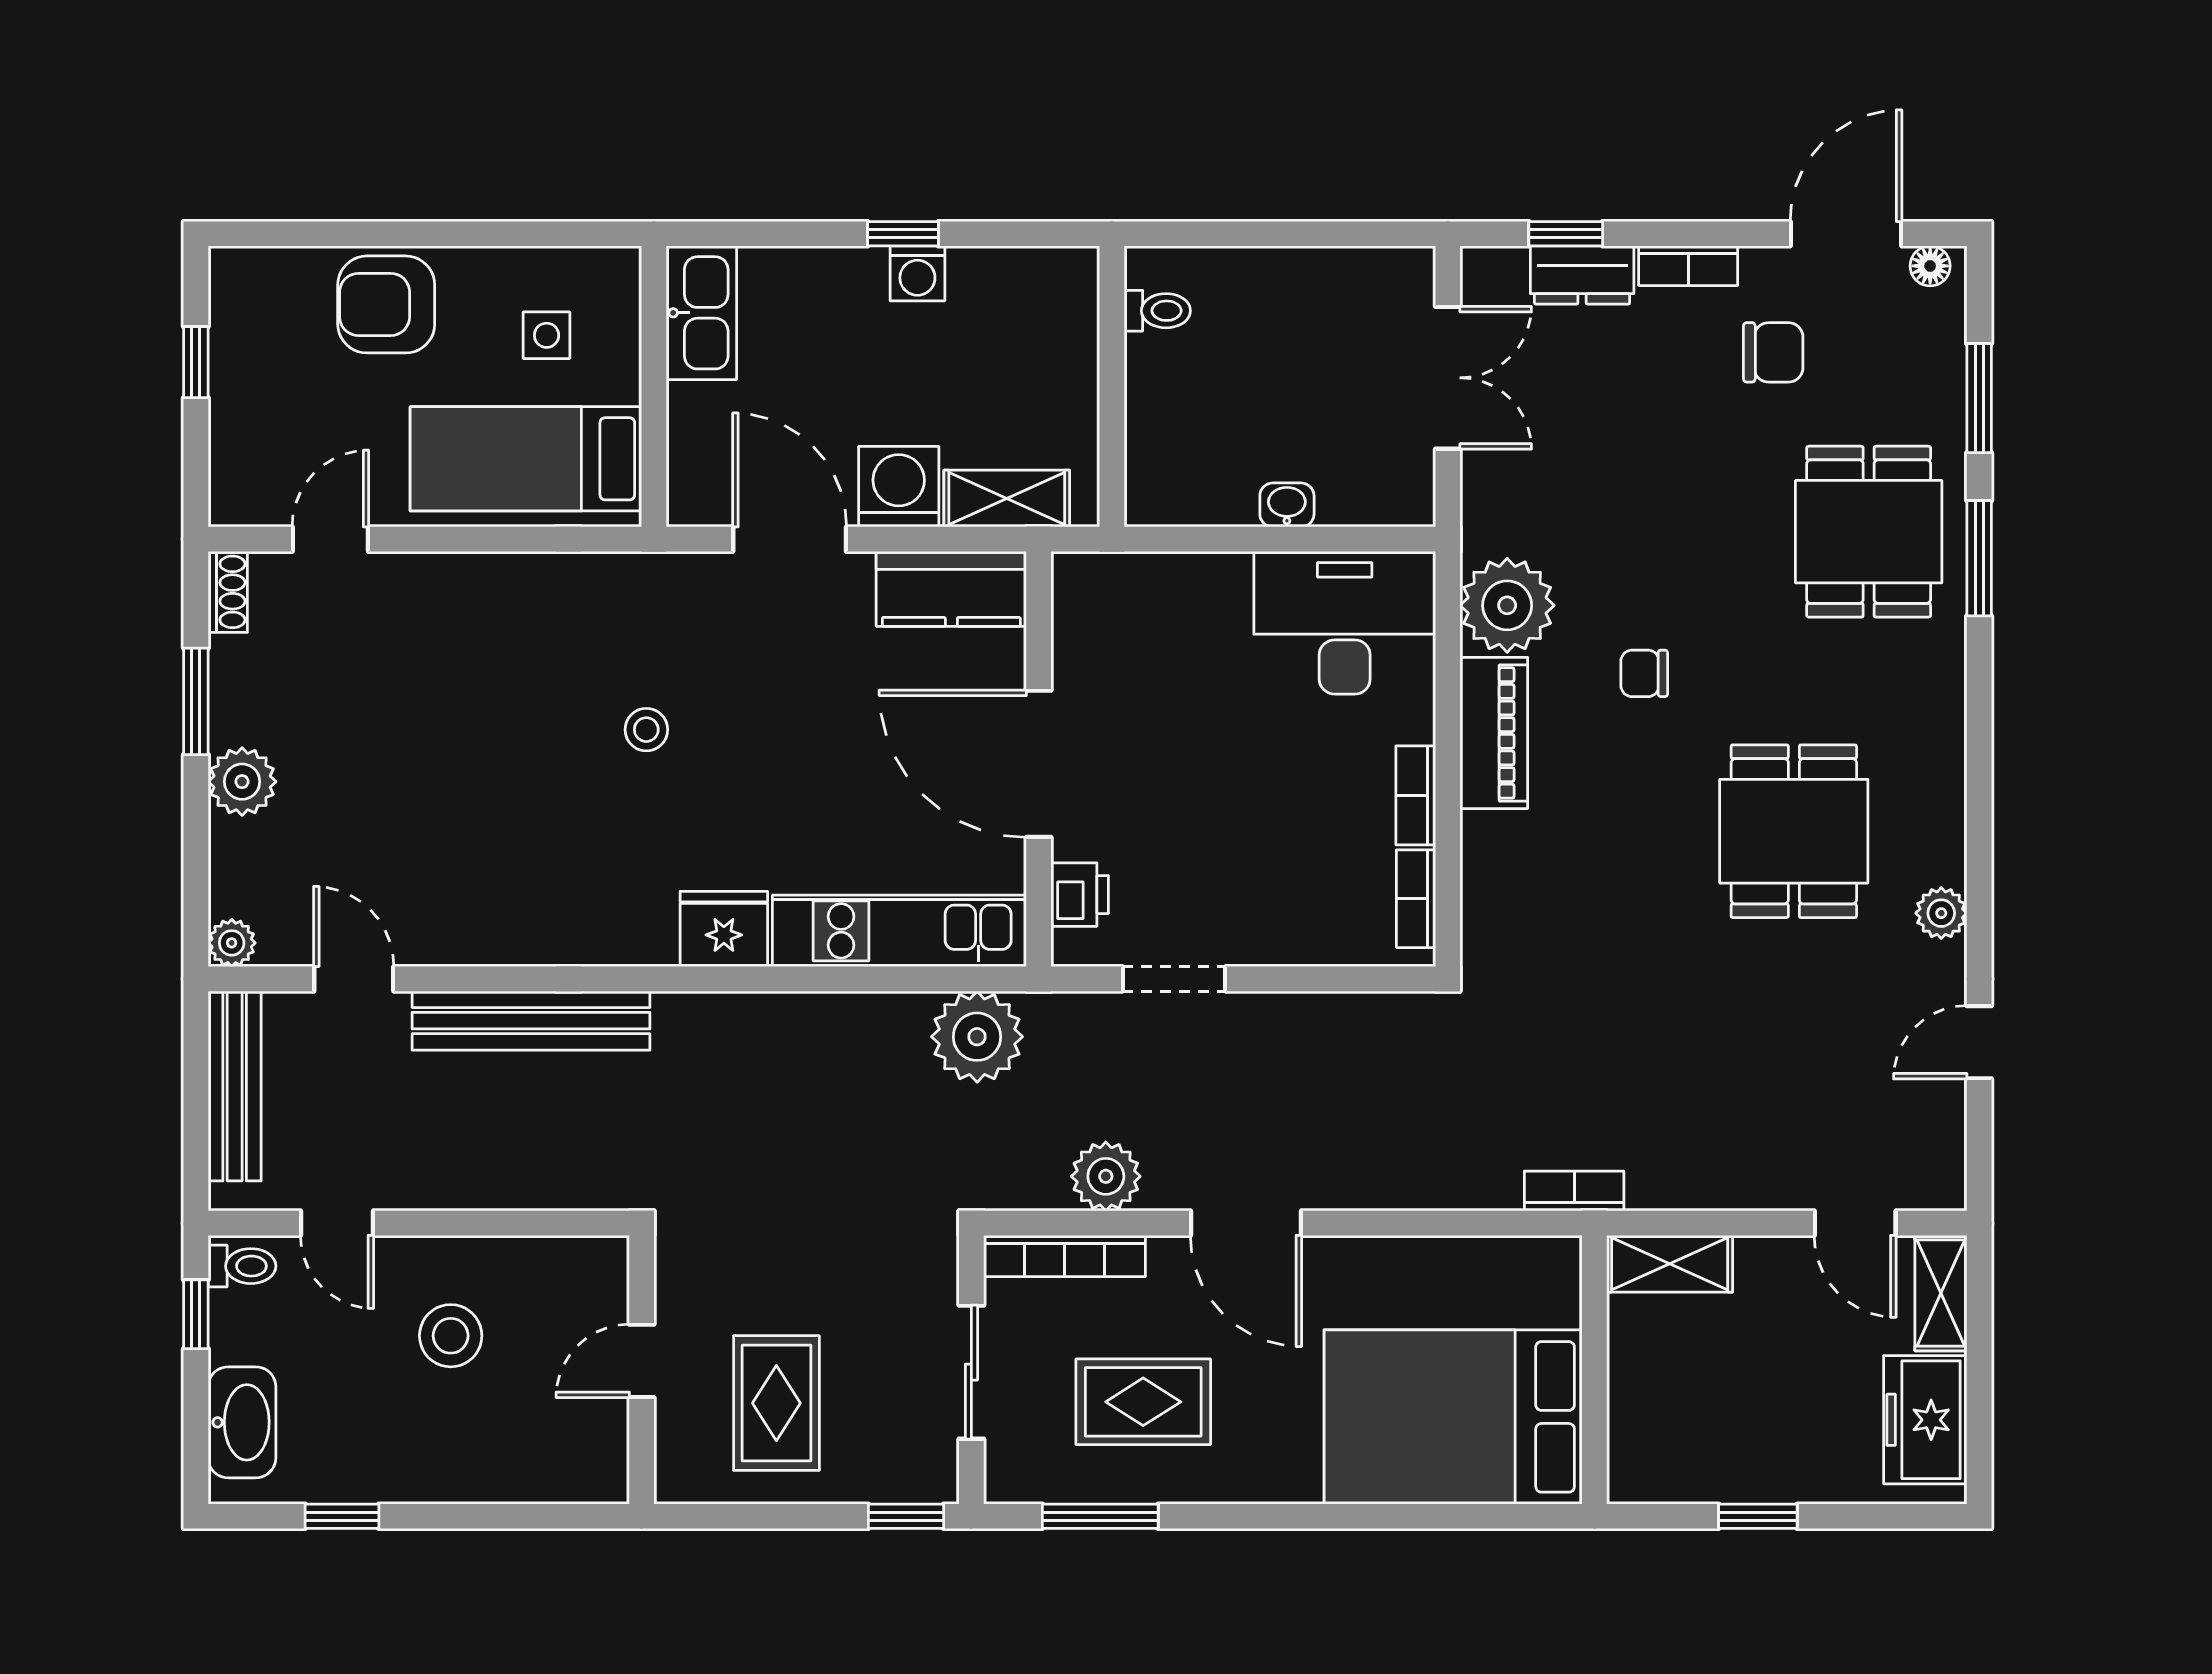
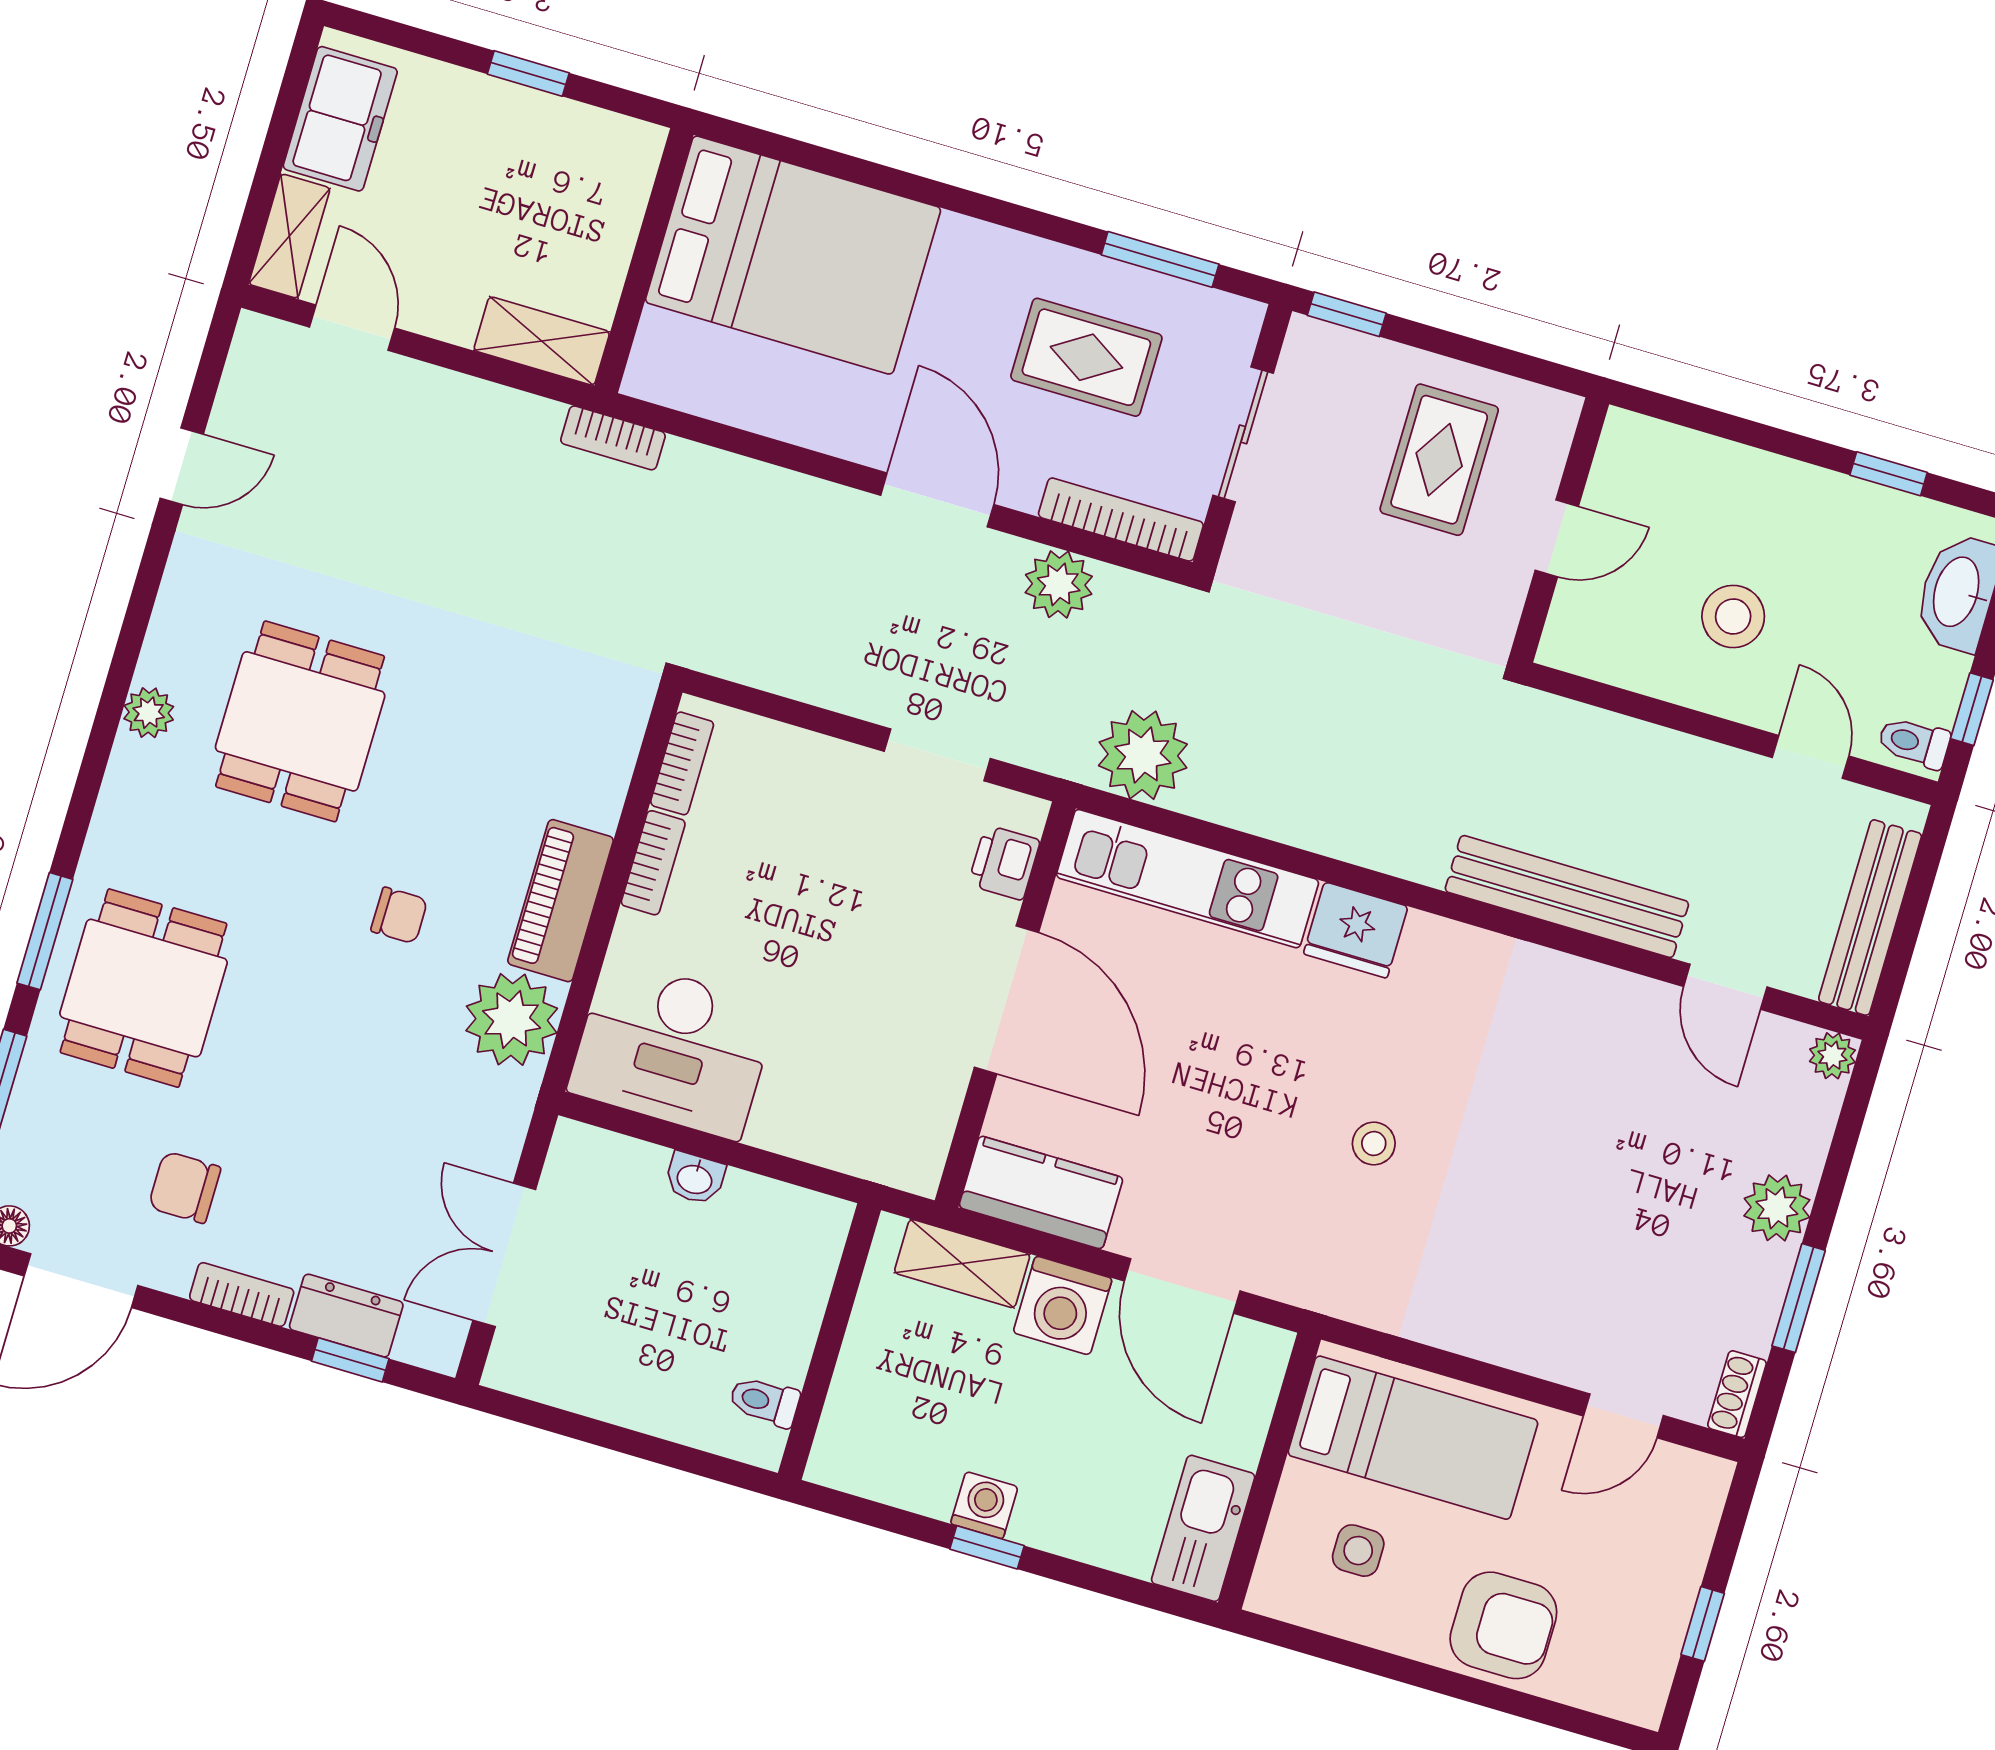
plant: (1941, 913) -> (149, 713), moved

